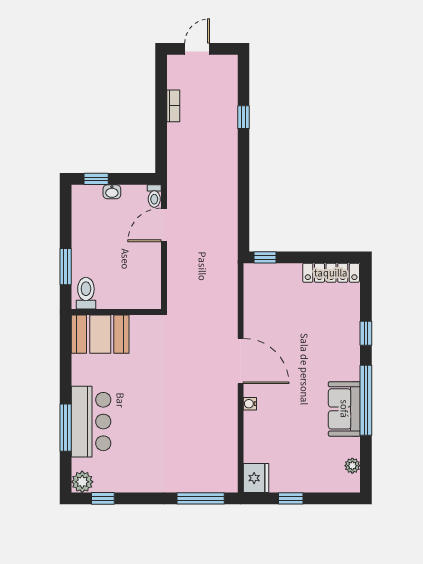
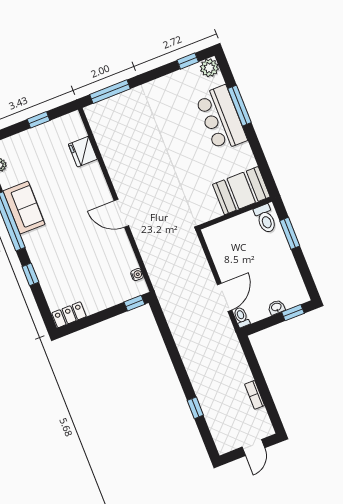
locker: (331, 273) -> (69, 315), width x0.66
door: (241, 361) -> (121, 213), width x0.73
water cooler: (250, 404) -> (137, 275), moved
fridge: (256, 478) -> (83, 152), moved

